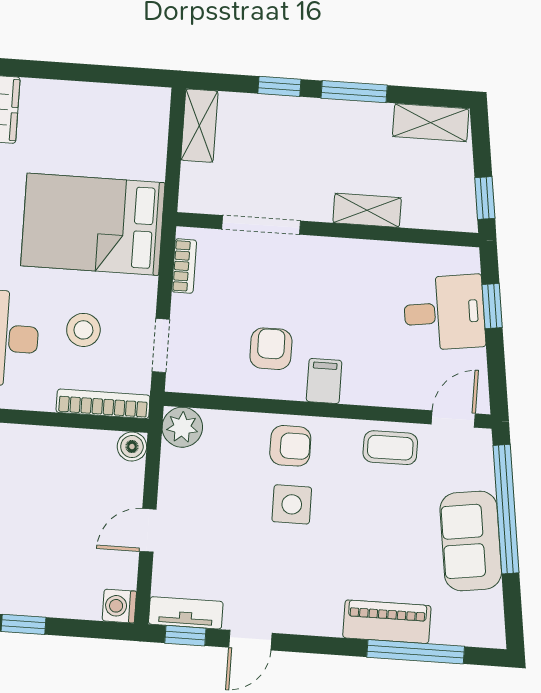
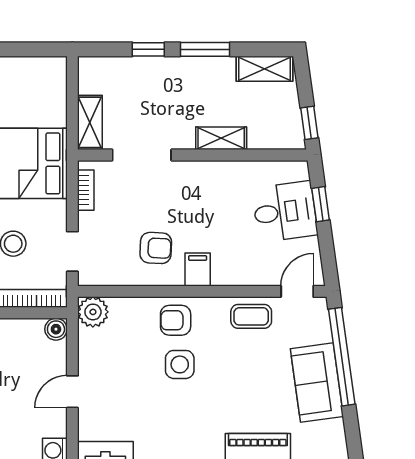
shelving: (199, 126) -> (90, 122), moved
armchair: (271, 349) -> (156, 248), turned 93
armchair: (290, 446) -> (176, 320), turned 180

